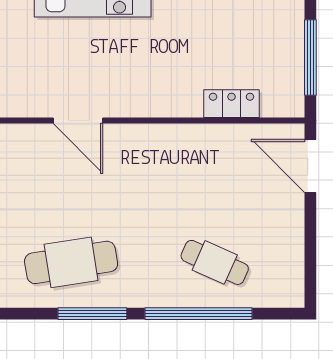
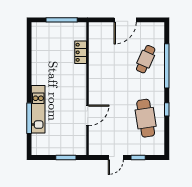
door: (310, 166) -> (125, 20), moved
window: (92, 314) -> (167, 109), width x0.46

